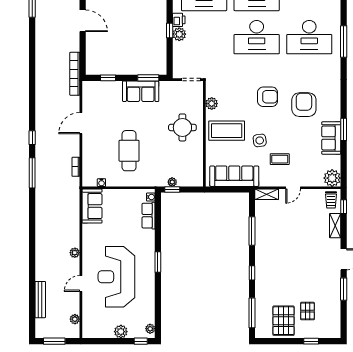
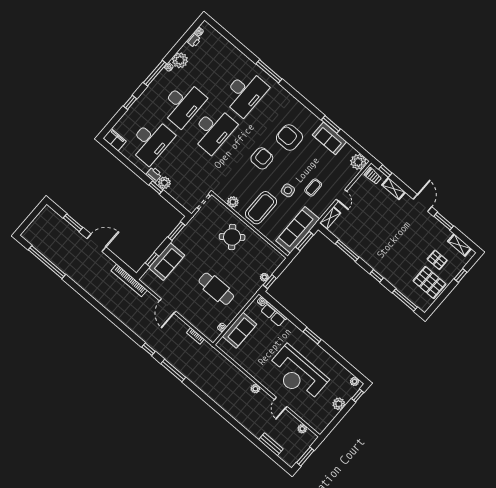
sofa: (141, 91) -> (167, 261), moved
round table: (182, 127) -> (232, 237), turned -38
window: (230, 190) -> (305, 241), added
sofa: (92, 206) -> (239, 330), moved, turned 90
bench: (40, 300) -> (271, 444), width x0.73
shelving: (335, 319) -> (459, 245), added

